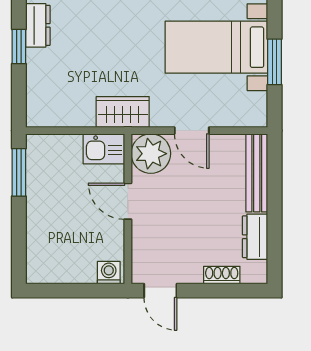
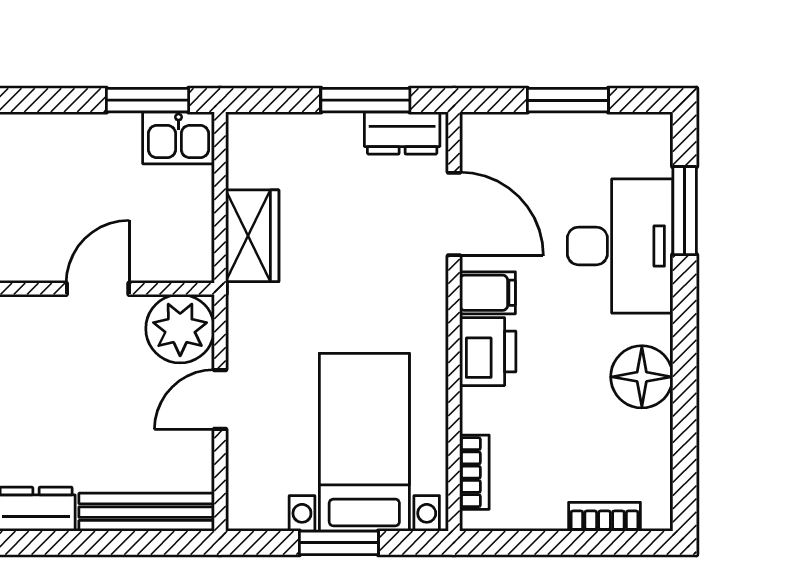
window: (19, 47) -> (365, 100), width x1.50
wardrobe: (123, 112) -> (252, 236), moved
kitchen sink: (104, 149) -> (178, 138), moved, turned -90

